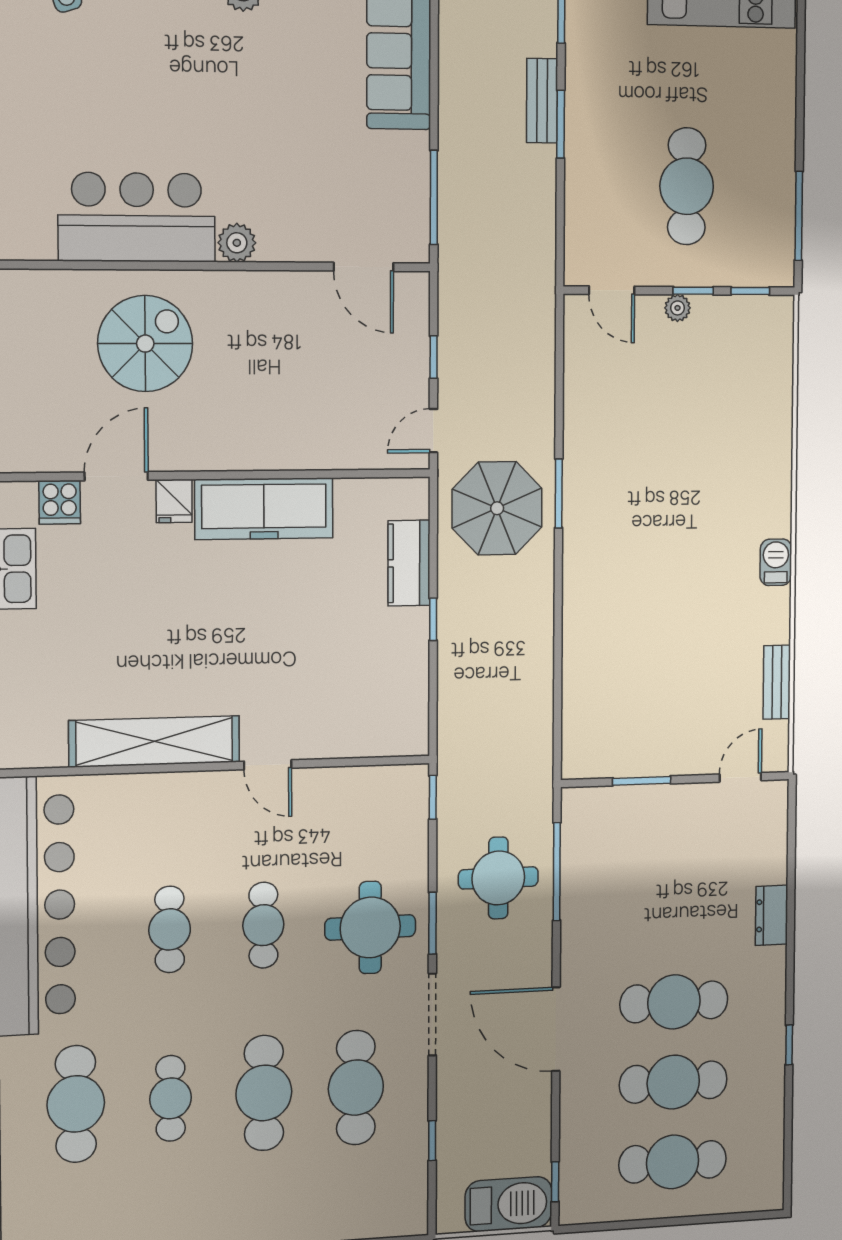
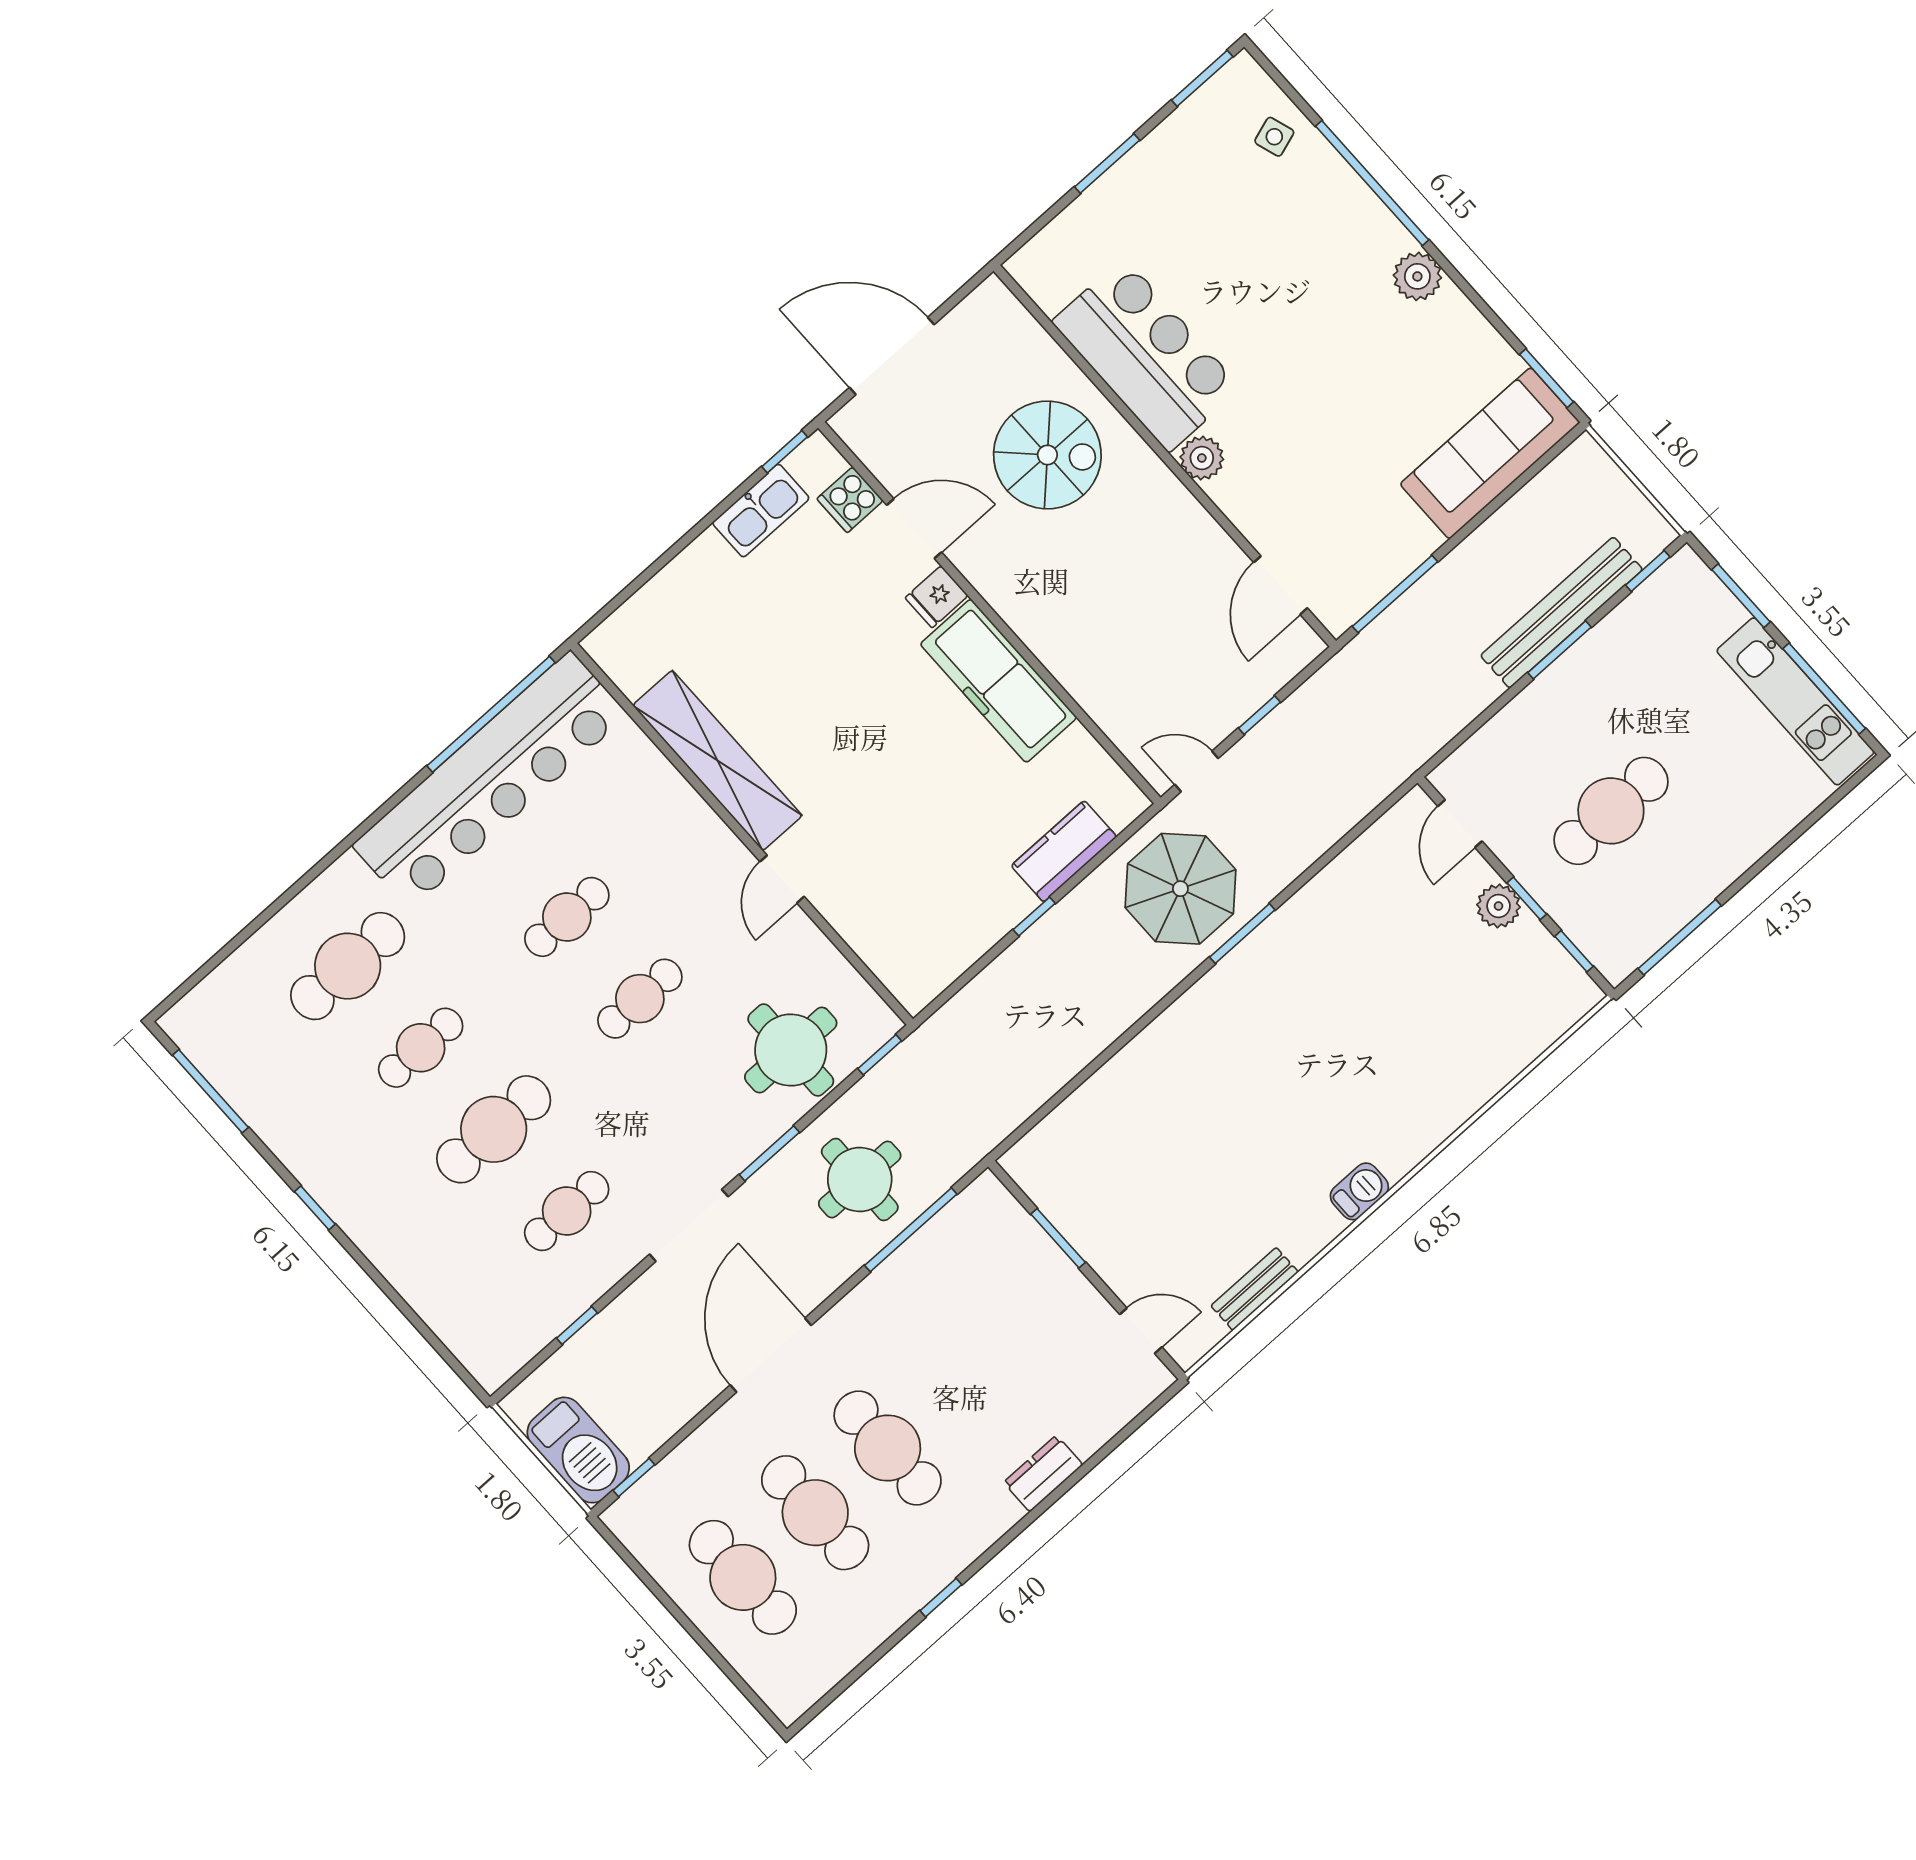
bench: (542, 101) -> (1562, 613), width x1.86, depth x1.21
plant: (678, 308) -> (1499, 906), width x1.38, depth x1.38
round table: (370, 927) -> (791, 1050), moved
cafe table: (356, 1088) -> (567, 1211), width x0.73, depth x0.74

